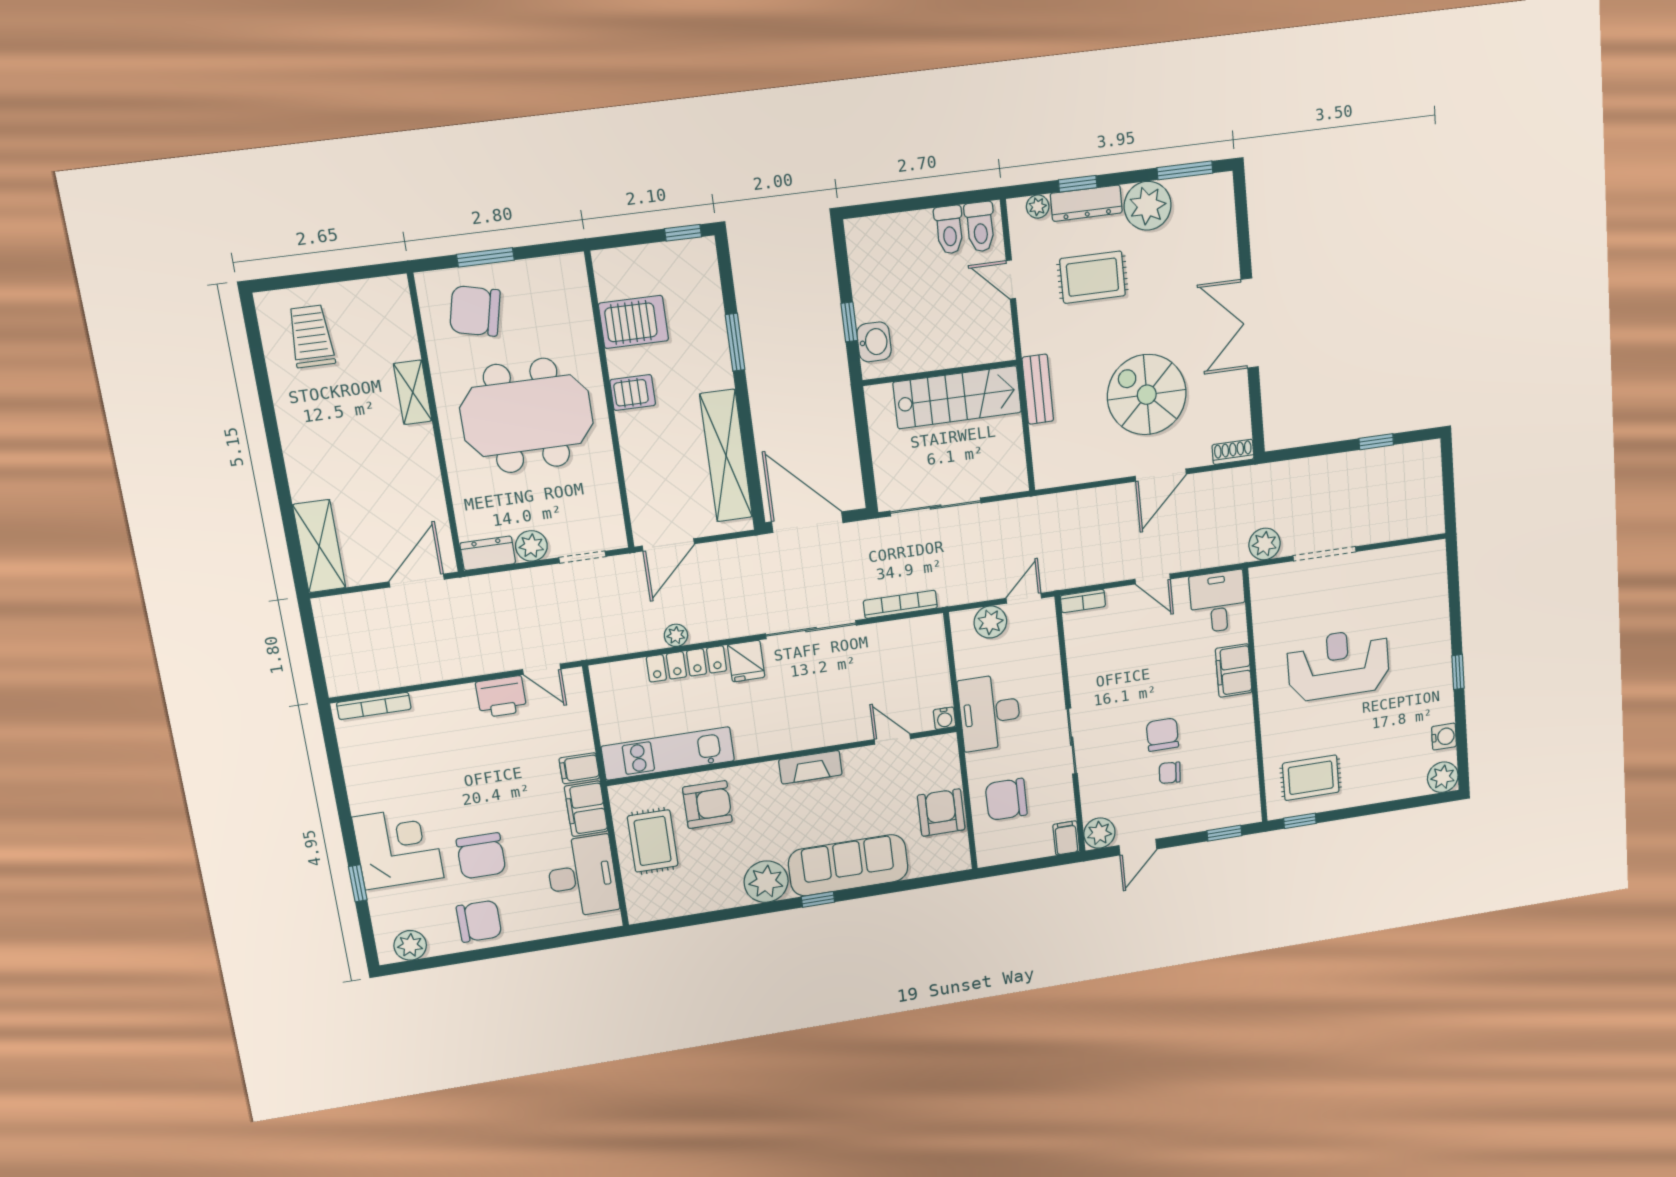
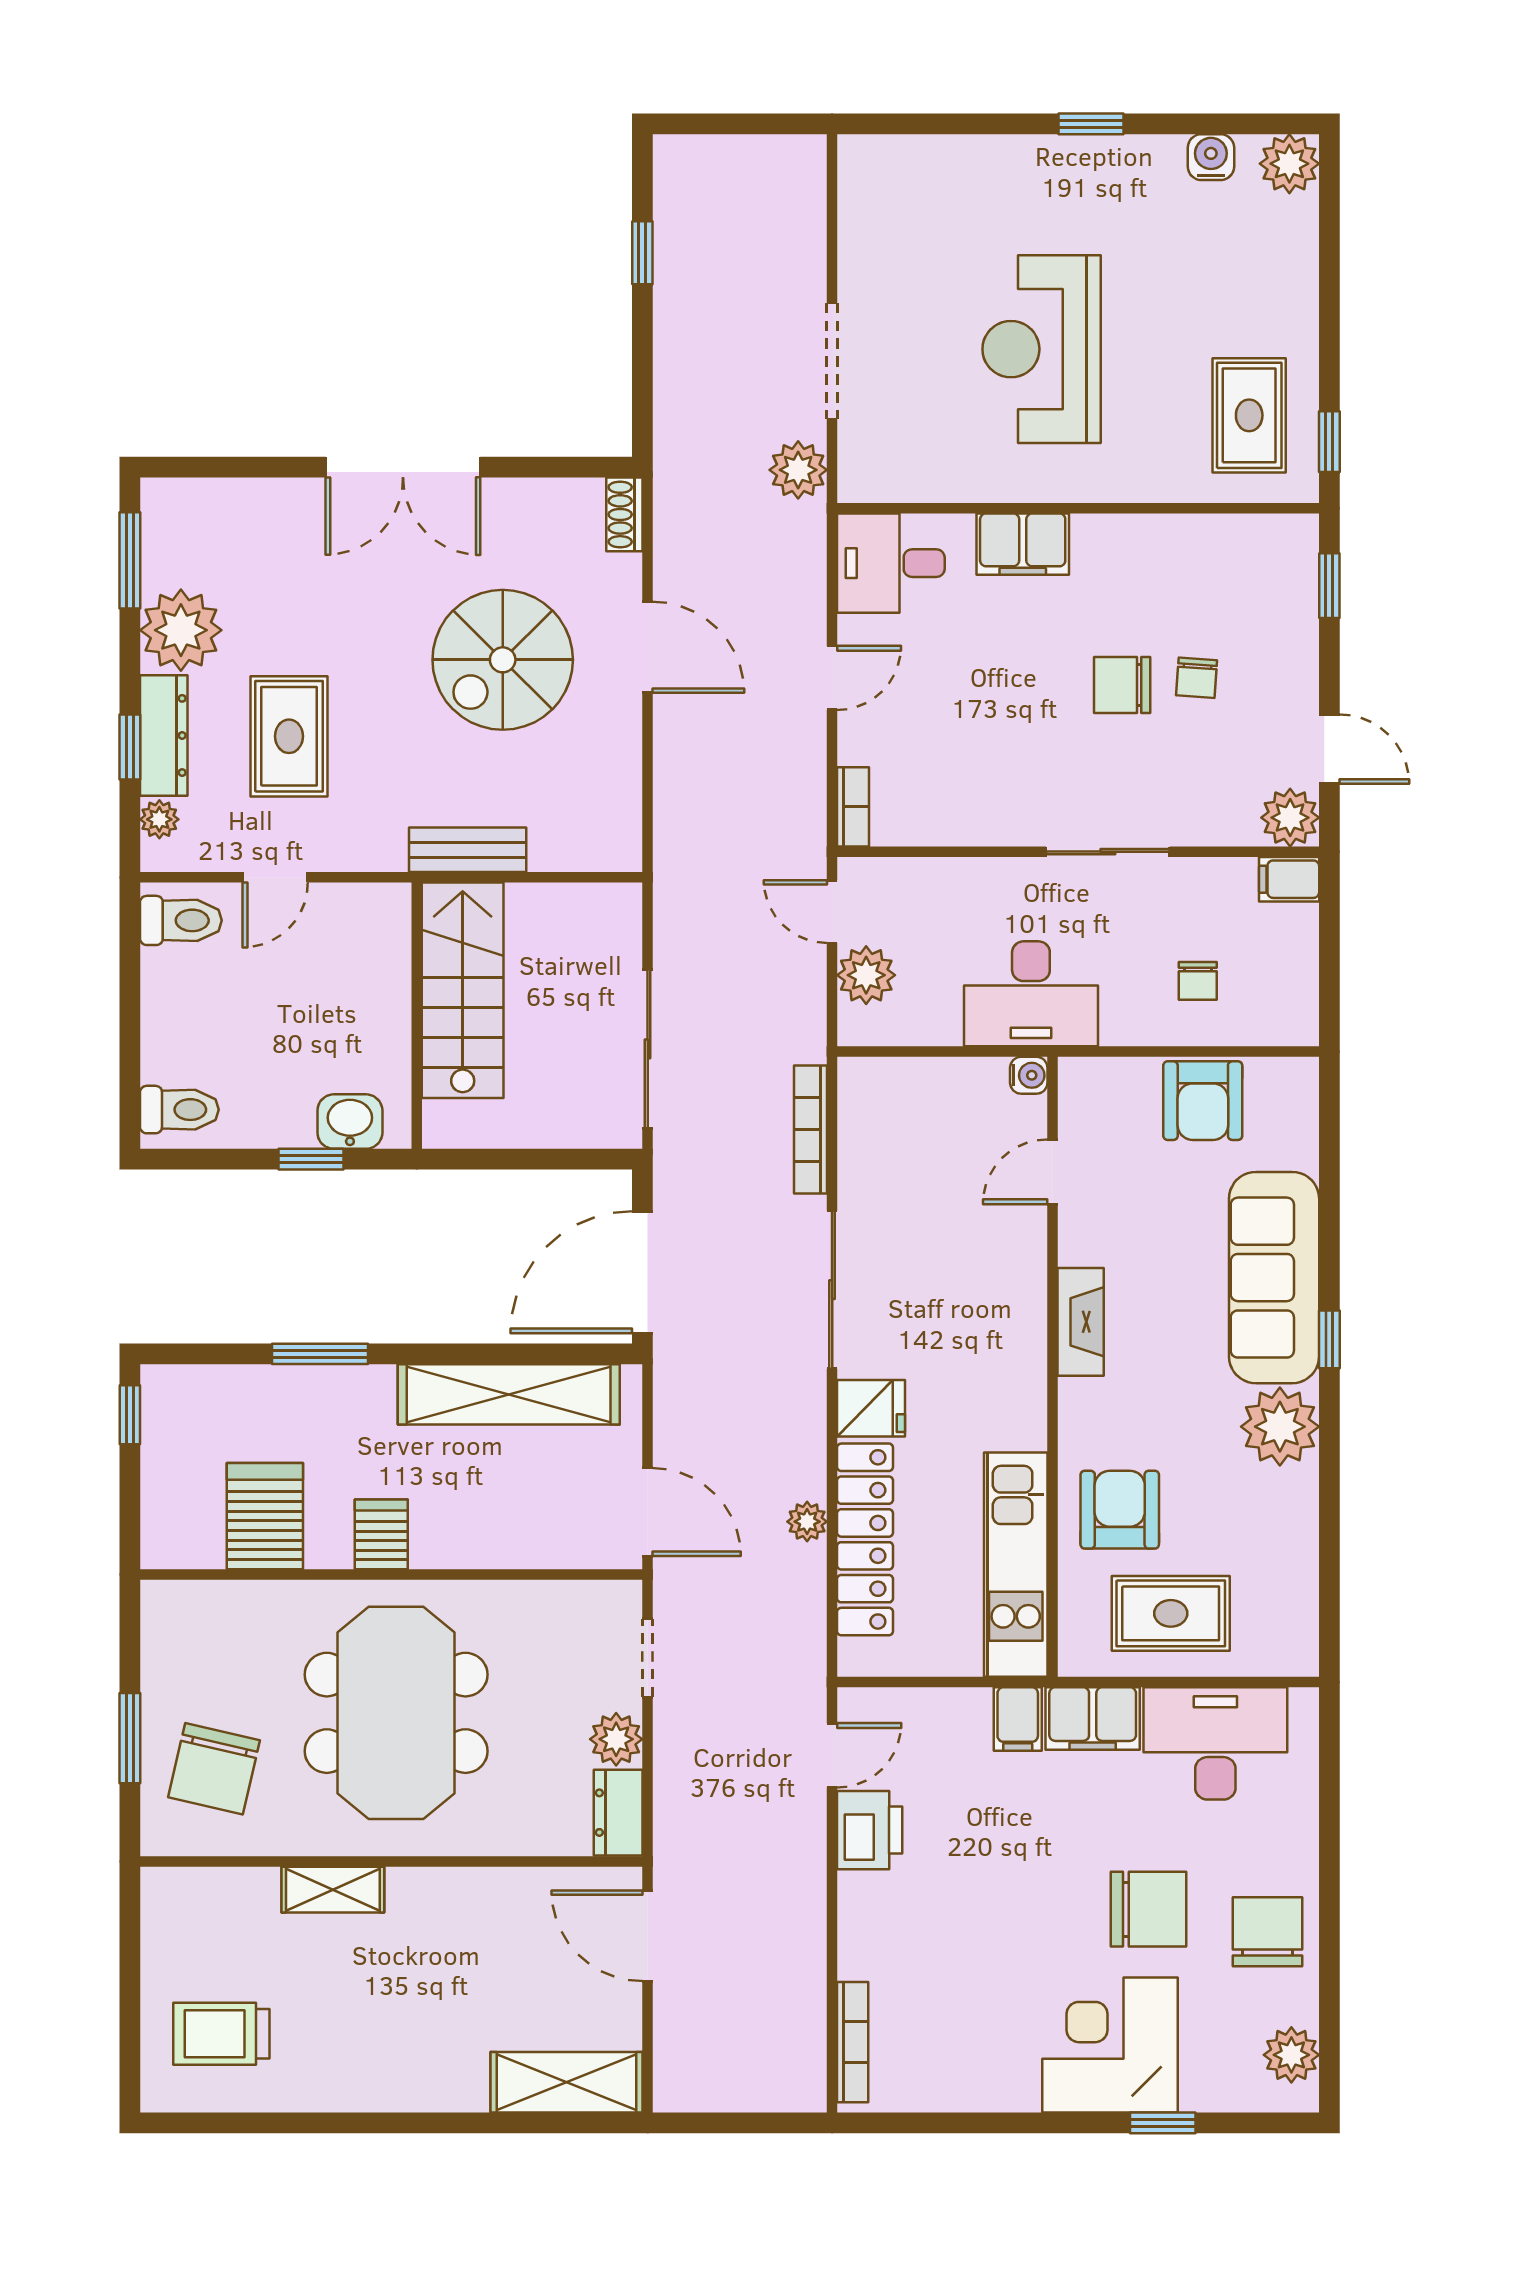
toilet: (949, 230) -> (179, 1110), moved
locker: (687, 664) -> (865, 1539), width x1.41, depth x1.21
chair: (1006, 799) -> (1198, 981), width x0.54, depth x0.54
armchair: (941, 812) -> (1203, 1101), turned -90

